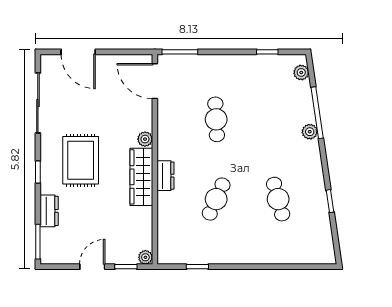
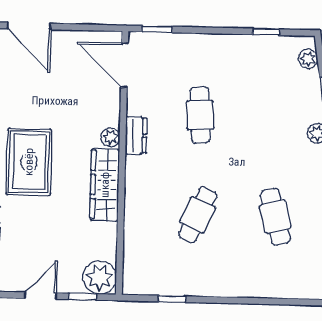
window: (180, 52) -> (157, 29), width x0.67
dresser: (165, 176) -> (136, 135), moved
plant: (145, 257) -> (100, 278), width x1.87, depth x1.87

